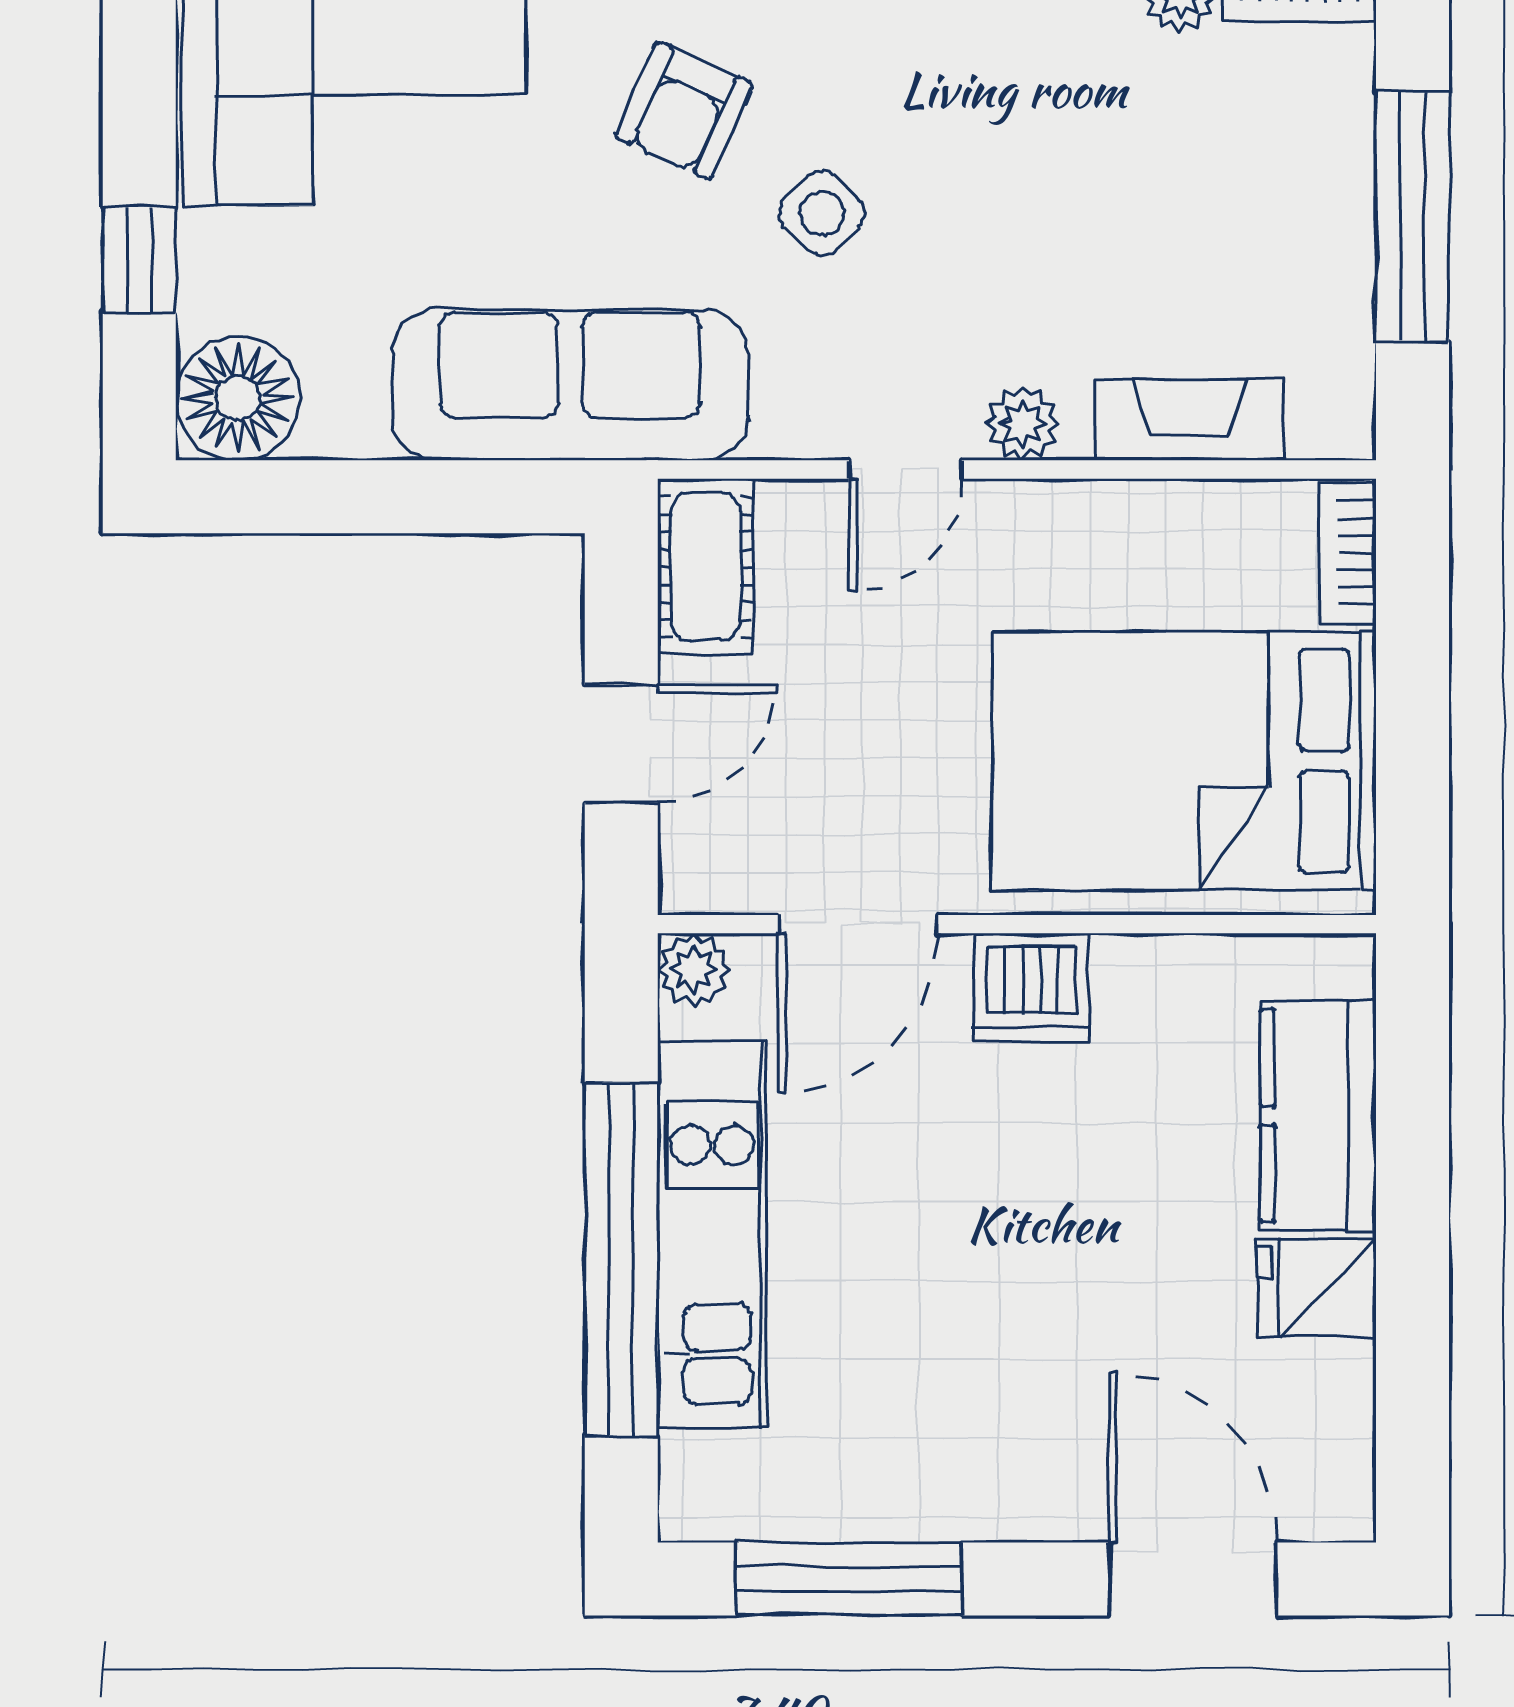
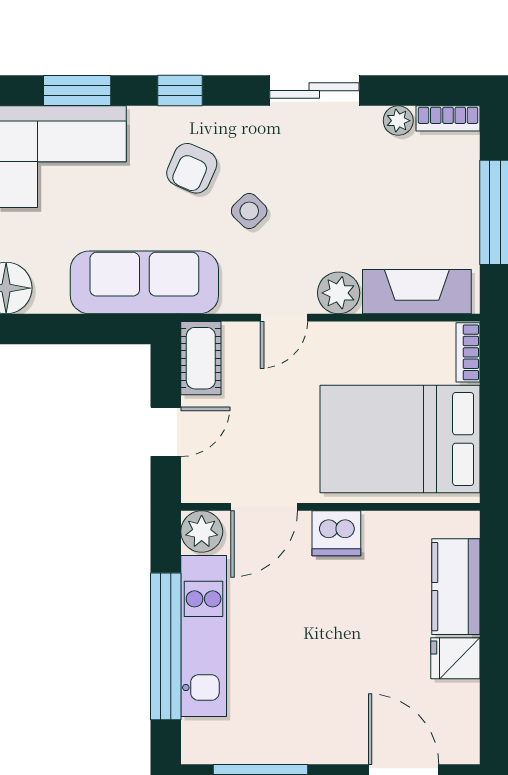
fireplace: (1189, 420) -> (417, 292), width x1.37, depth x1.32
plant: (1023, 424) -> (339, 293), width x1.38, depth x1.38
plant: (694, 970) -> (202, 532), width x1.38, depth x1.38

